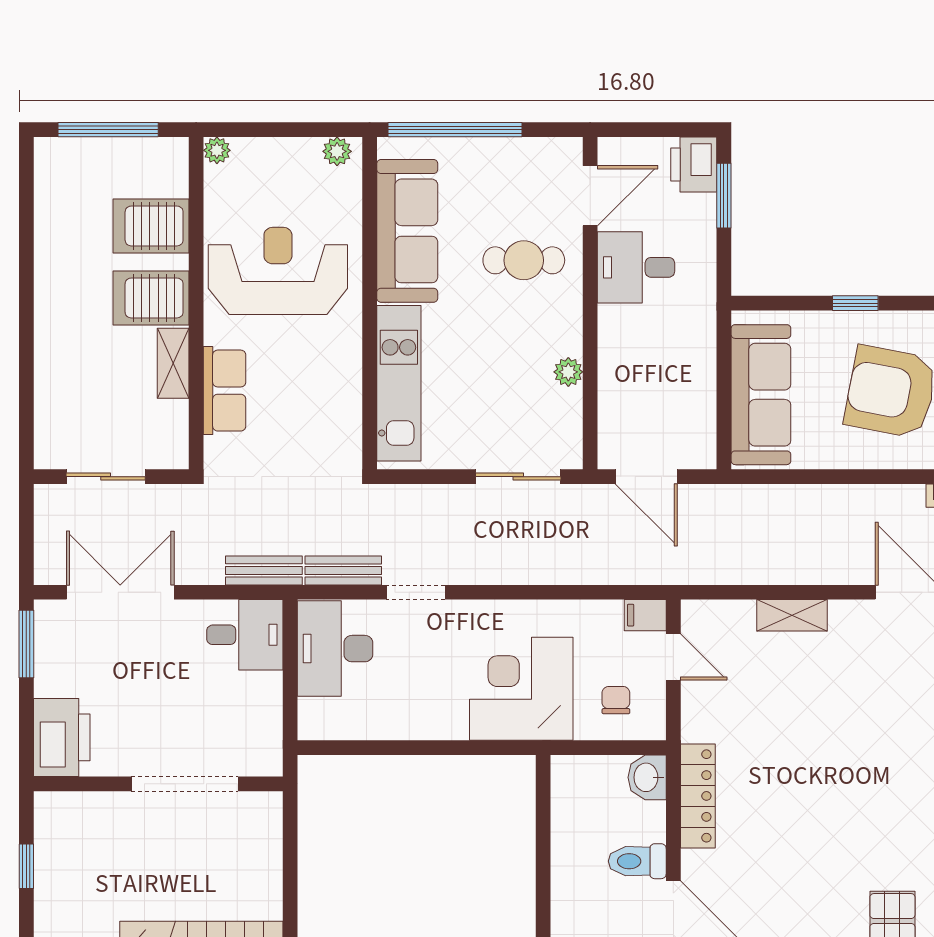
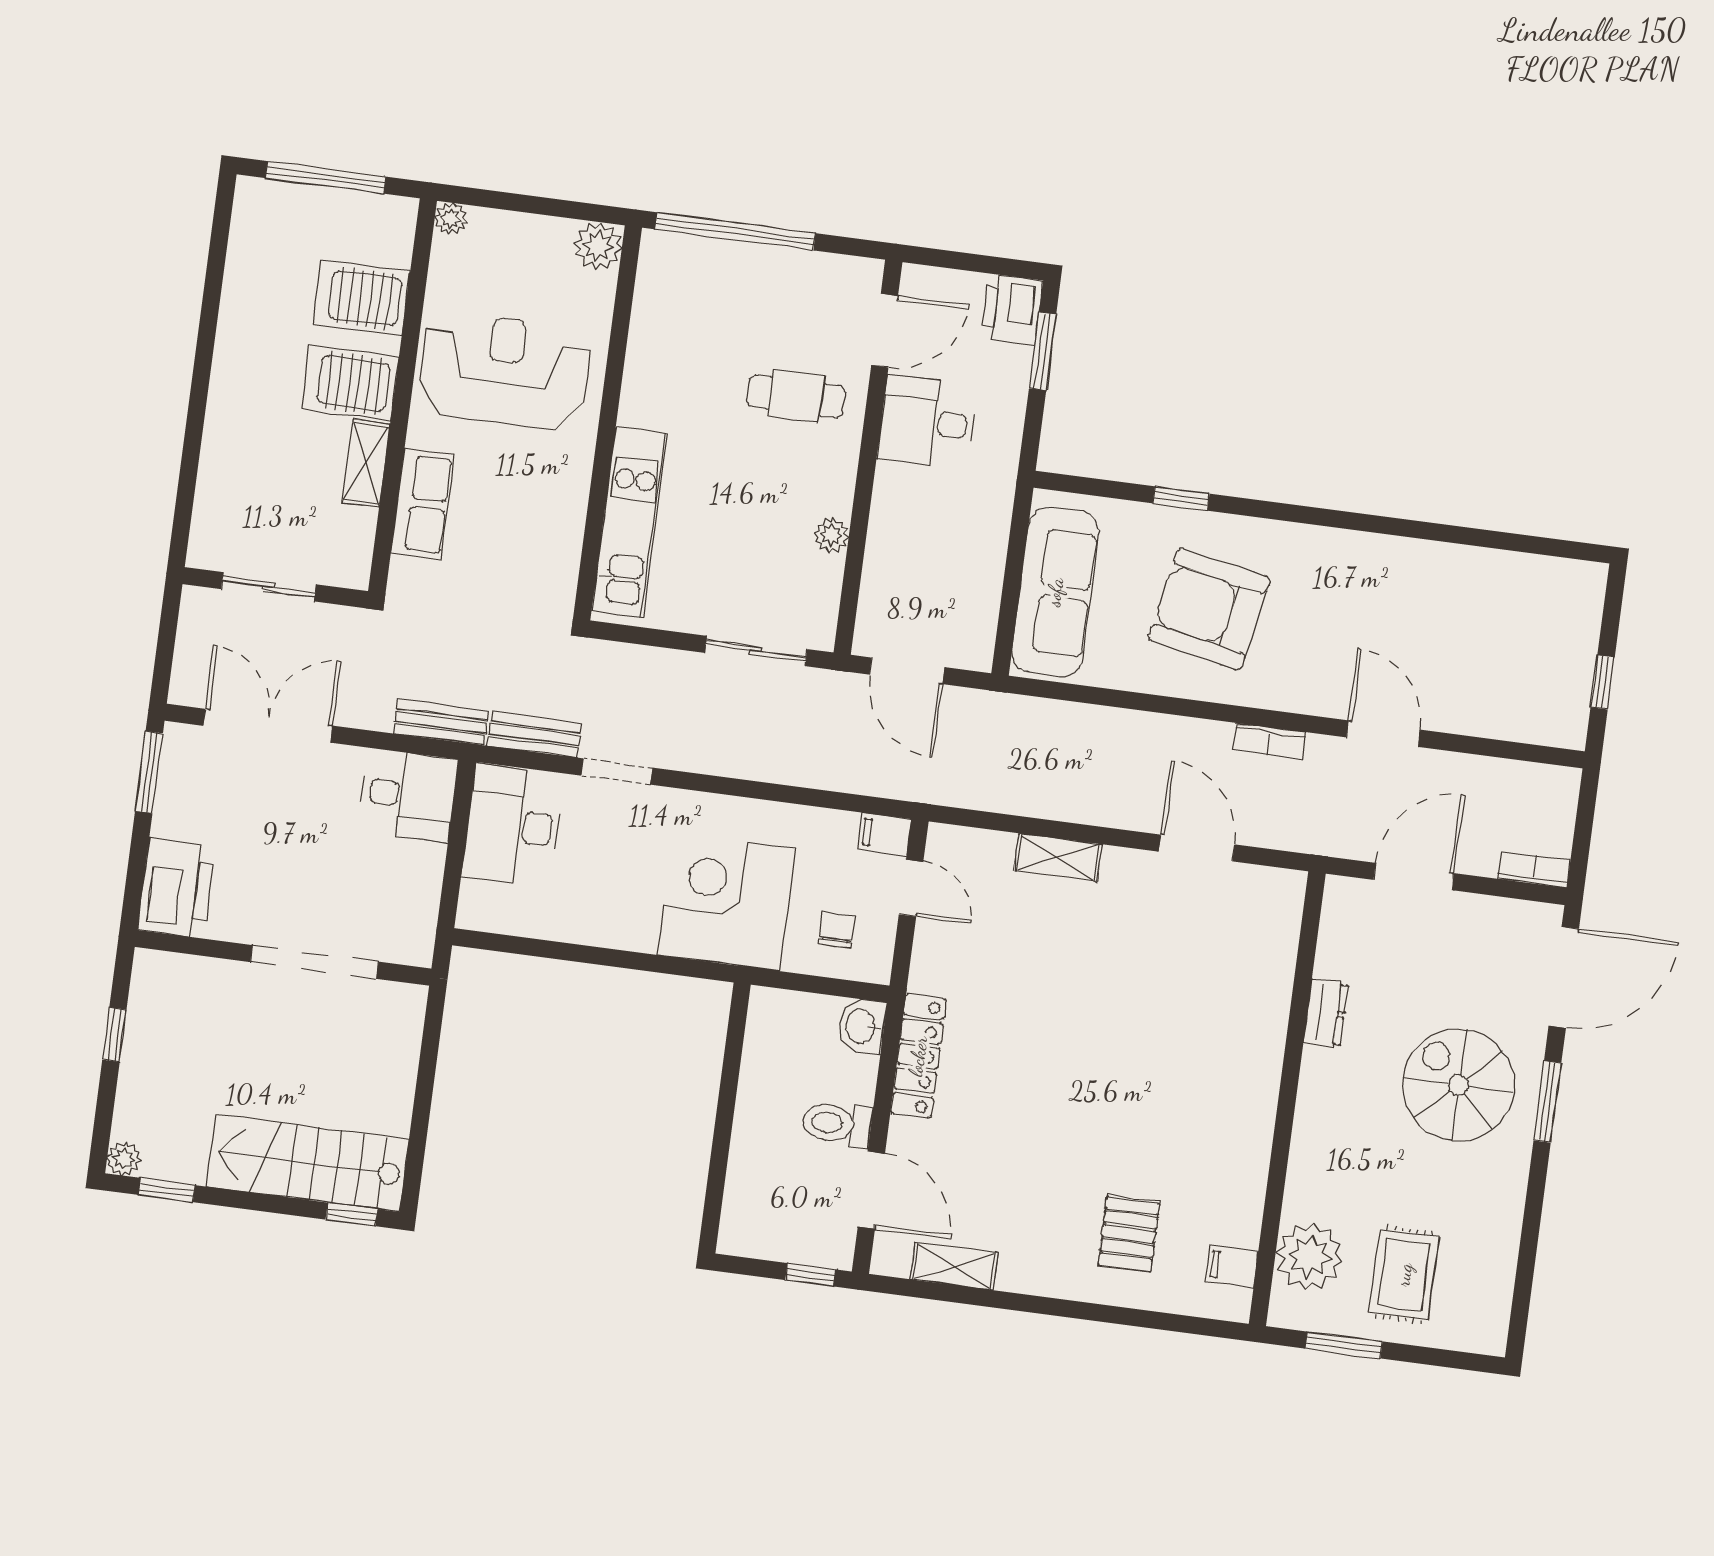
plant: (337, 151) -> (598, 246), width x1.38, depth x1.38
sofa: (407, 231) -> (663, 344), removed

